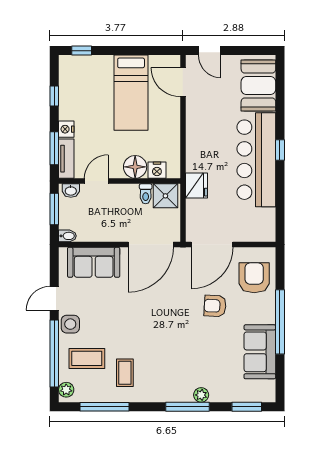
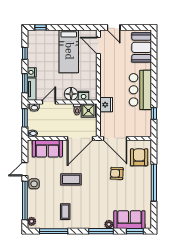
window: (280, 150) -> (154, 114), moved
bar counter: (256, 160) -> (140, 90), width x0.73
door: (212, 245) -> (115, 138), hinge flipped
sofa: (260, 352) -> (129, 220), moved, turned 90
coffee table: (87, 358) -> (71, 179), moved

